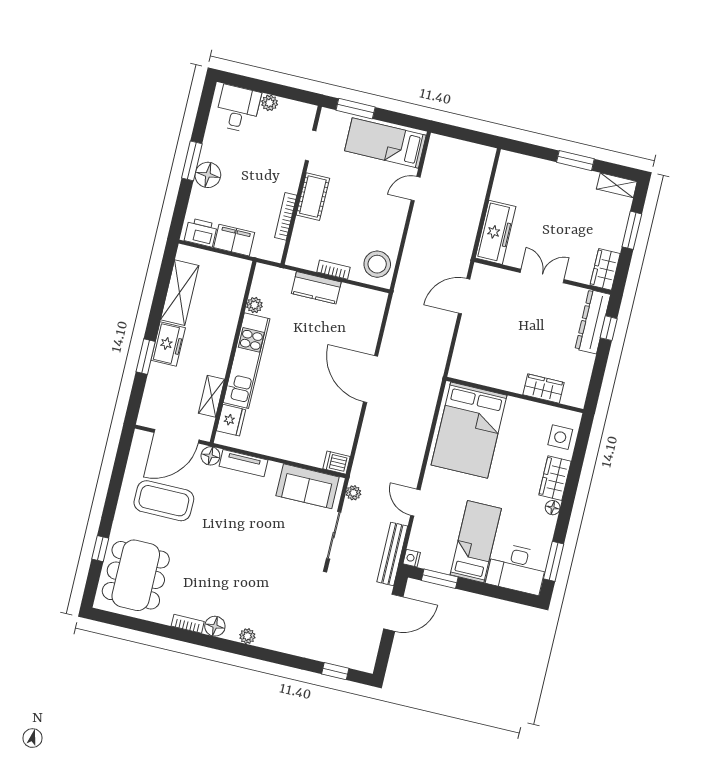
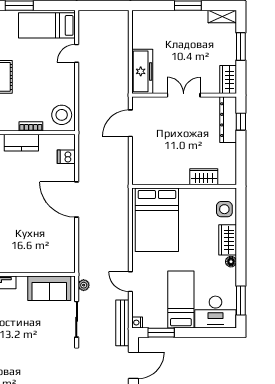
dishwasher: (336, 463) -> (66, 157), moved

